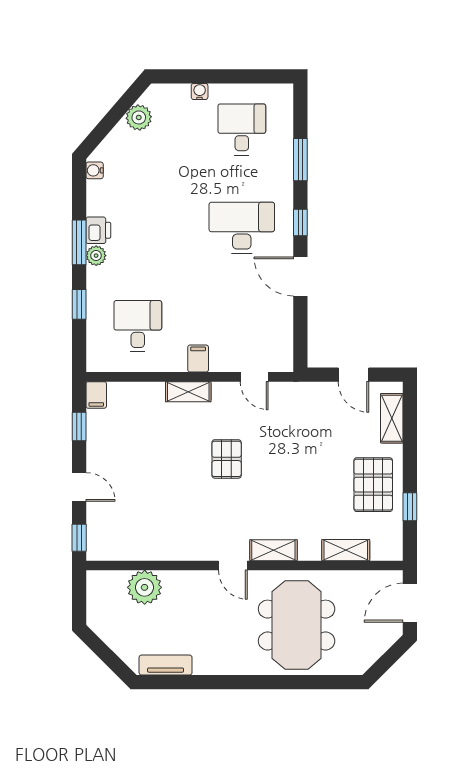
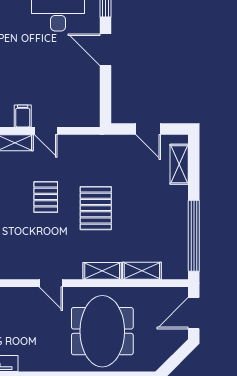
door: (254, 377) -> (46, 131), moved
pallet: (373, 485) -> (96, 208), moved
window: (410, 507) -> (194, 236), width x3.17
shelving: (273, 550) -> (102, 271), moved

